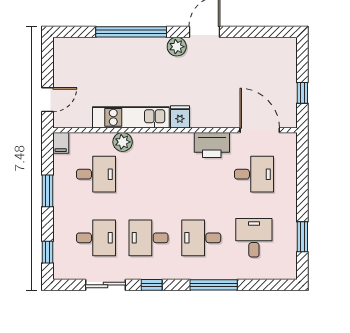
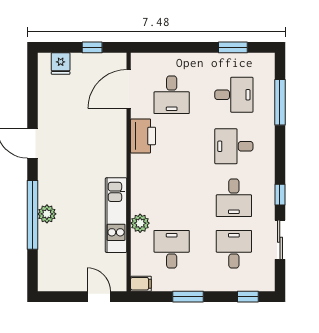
plant: (177, 47) -> (47, 214), moved
fridge: (180, 117) -> (61, 64), moved, turned -90
desk: (254, 174) -> (172, 95), turned 180
desk: (201, 238) -> (234, 146), turned 90
desk: (254, 238) -> (234, 95), turned 180
window: (214, 285) -> (280, 102), moved

